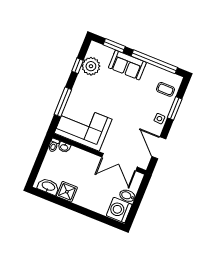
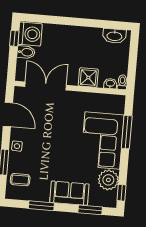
window: (154, 62) -> (41, 206), width x0.47
window: (77, 66) -> (122, 193), moved
corner sofa: (83, 126) -> (102, 141), moved, turned 90
shower: (67, 192) -> (88, 78), moved
window: (134, 210) -> (14, 38), added

